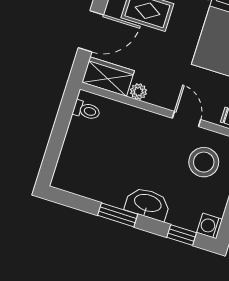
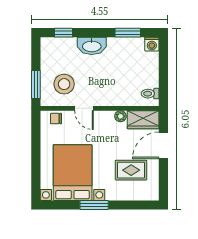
window: (118, 215) -> (128, 33), moved
washing machine: (210, 226) -> (152, 44), moved, turned 90

